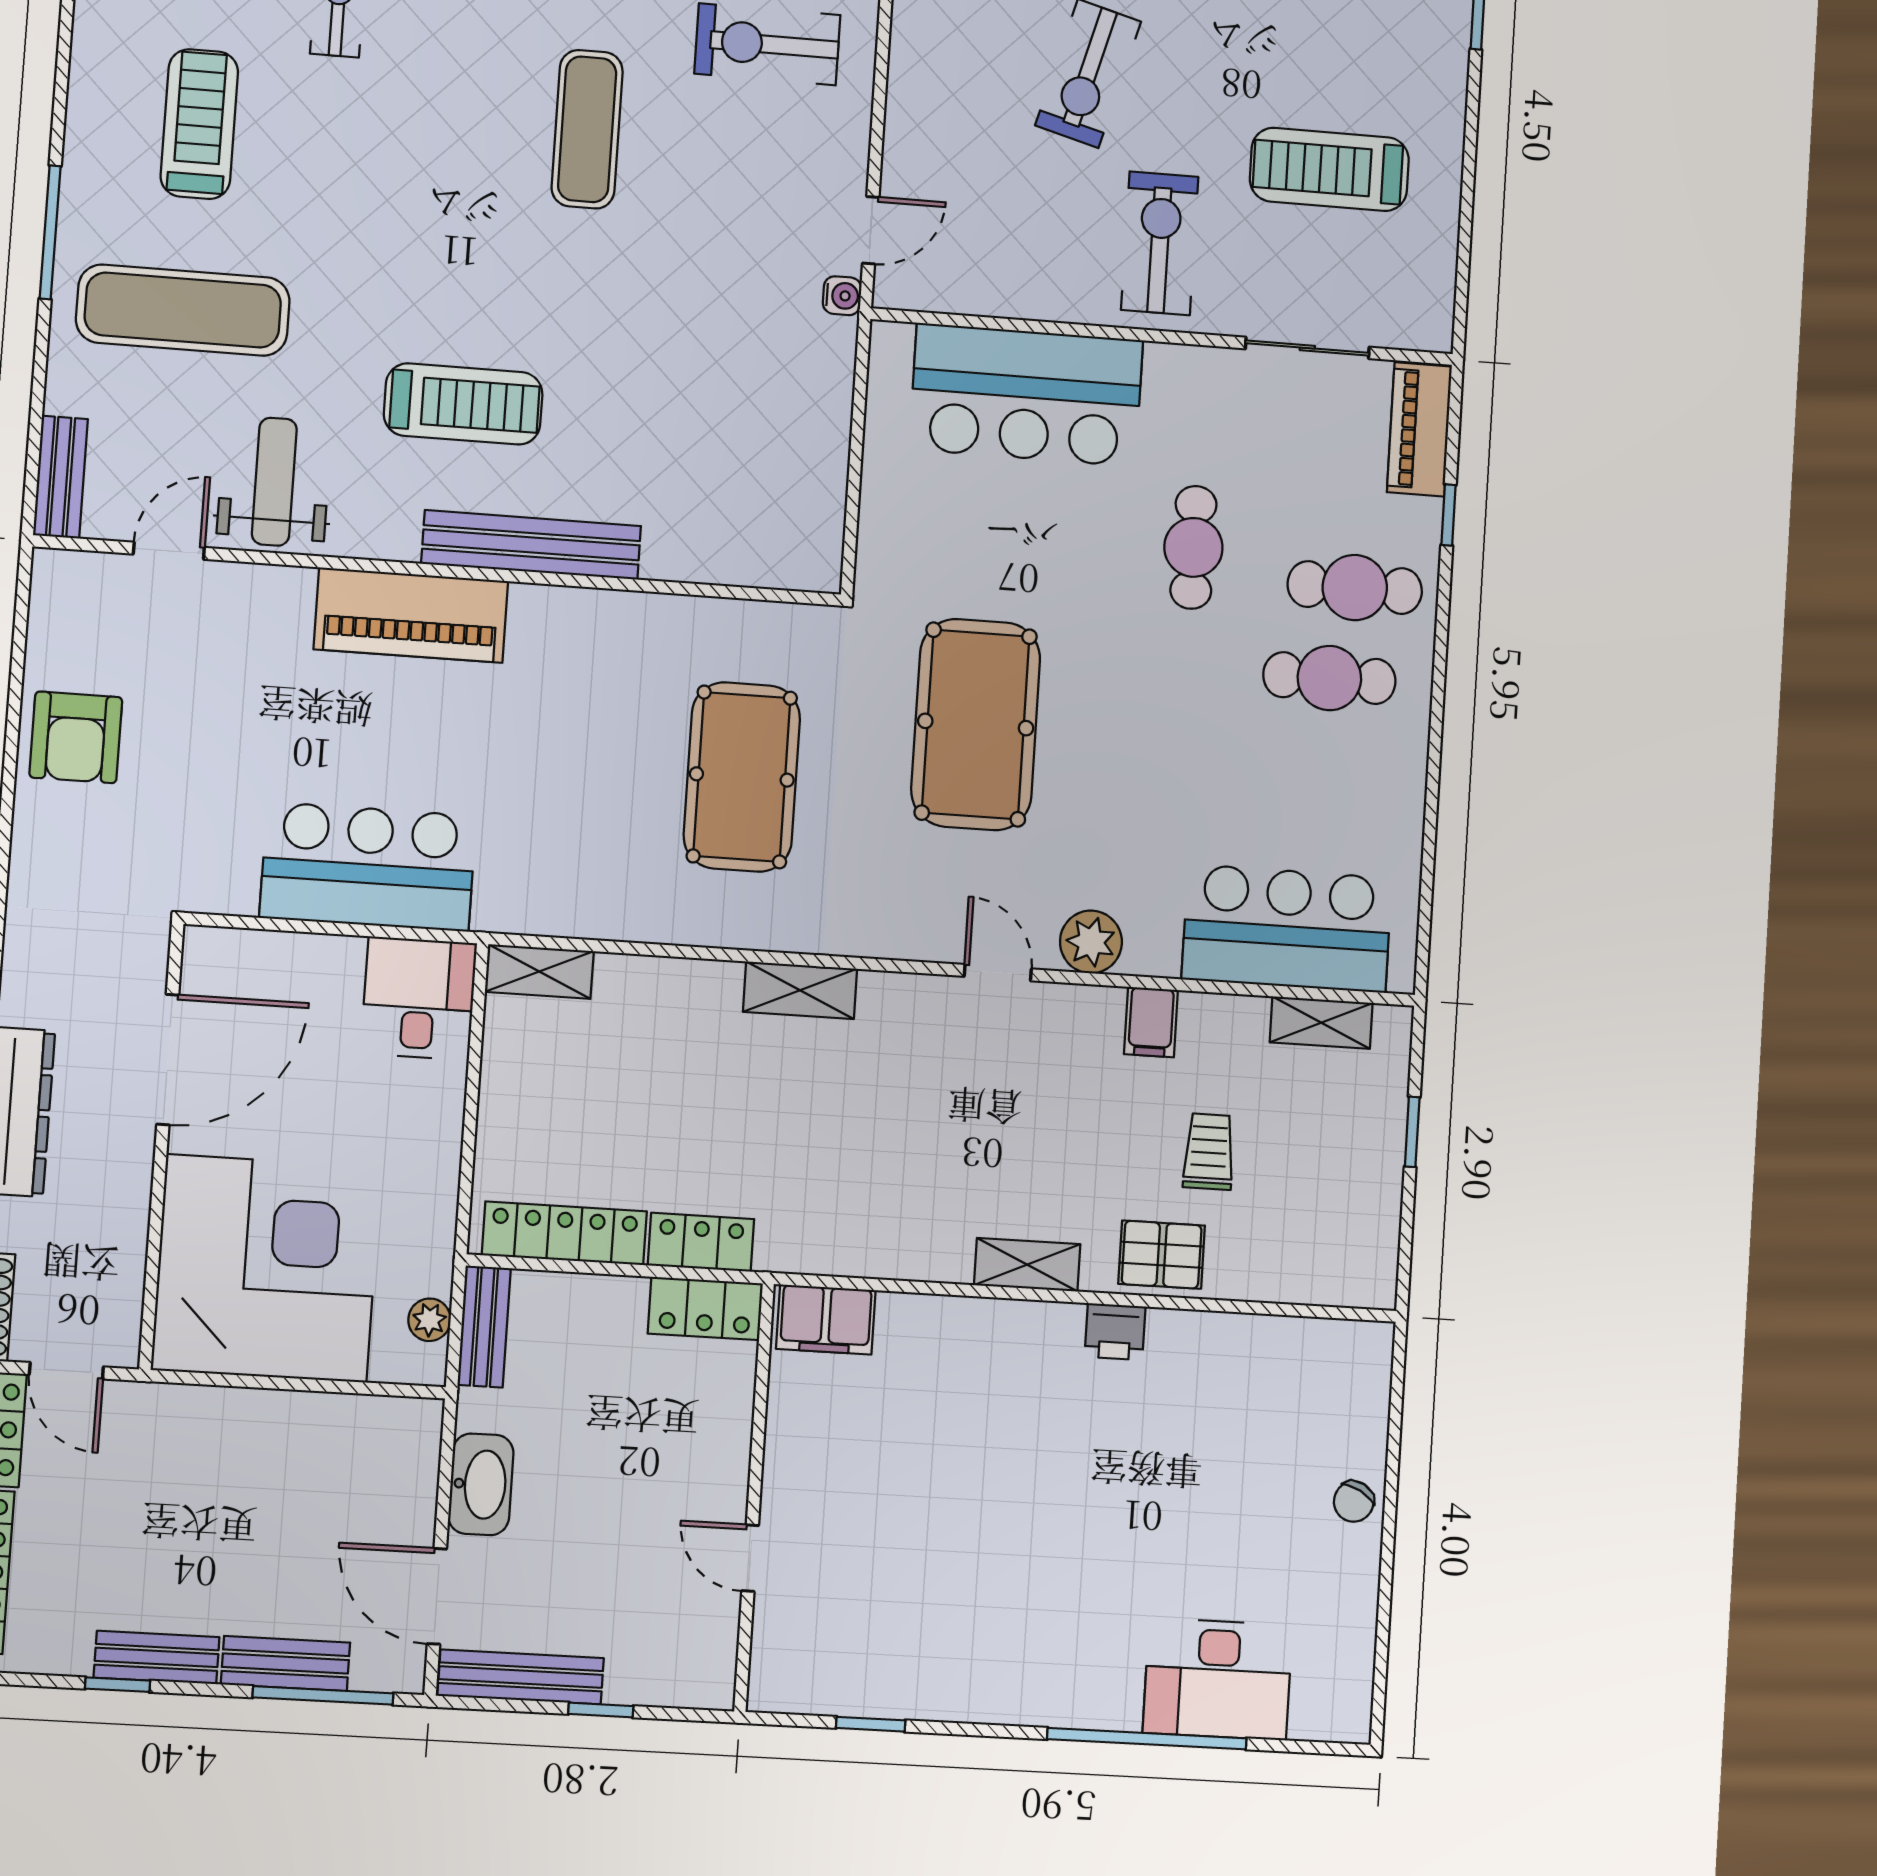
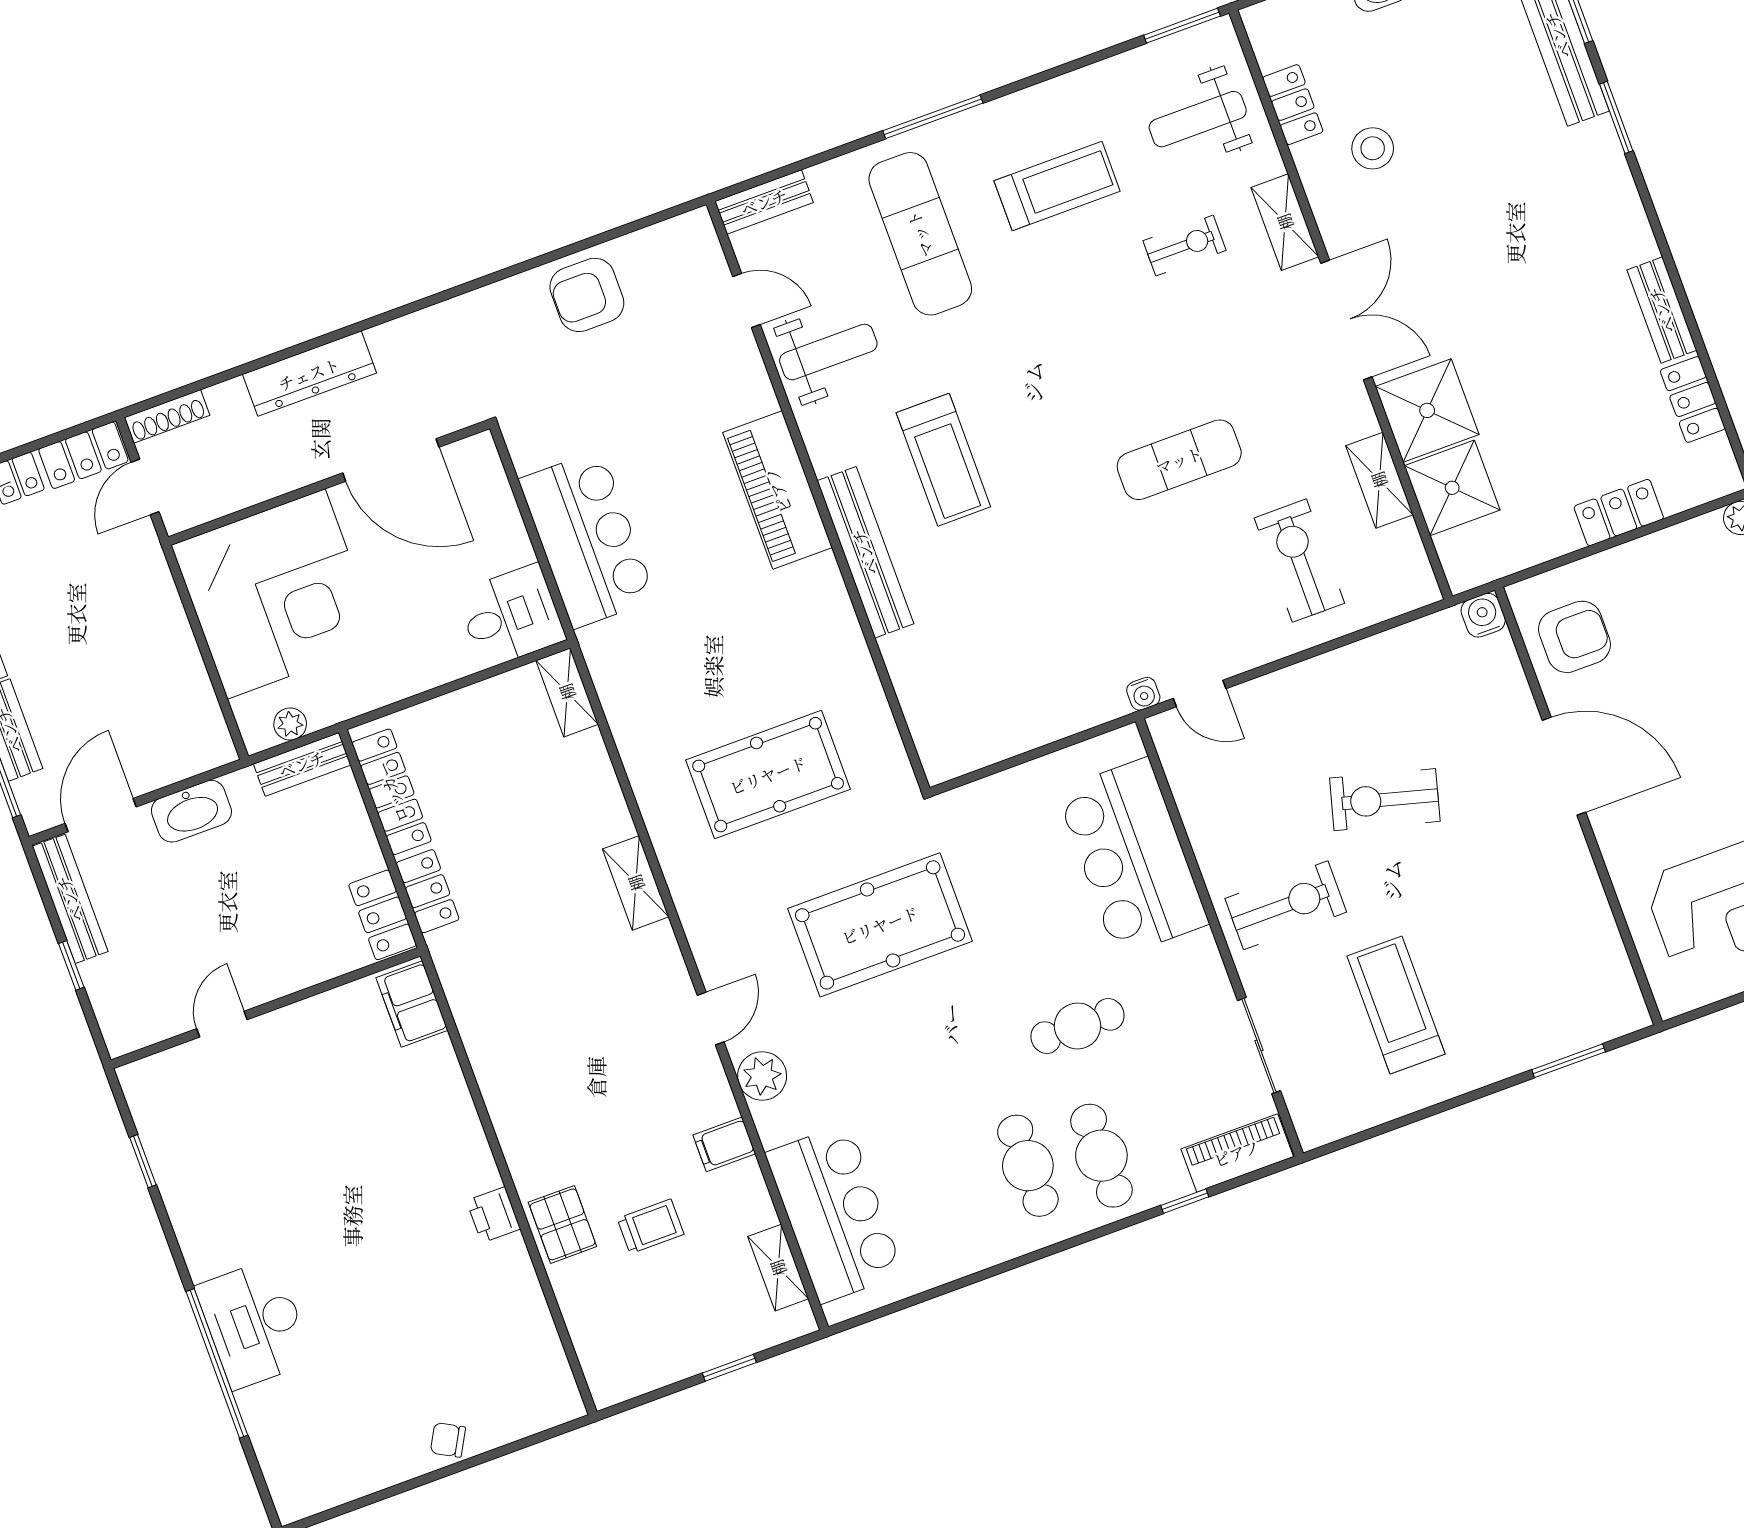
shelving: (1027, 1265) -> (513, 1131), removed
desk: (1218, 1679) -> (254, 1324), moved

